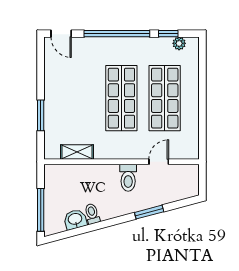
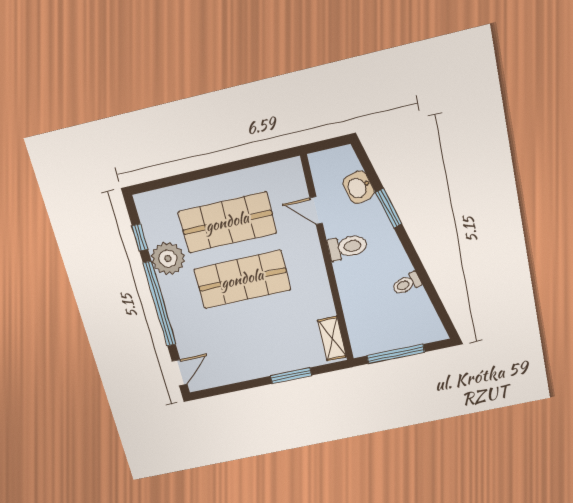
plant: (179, 43) -> (168, 259), moved, width x1.87, depth x1.87
shelving: (77, 152) -> (332, 339), moved
window: (41, 210) -> (396, 354), moved
washbasin: (75, 219) -> (359, 187), moved

